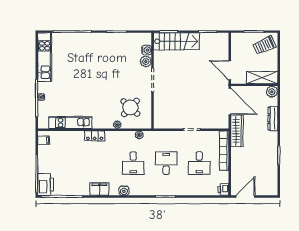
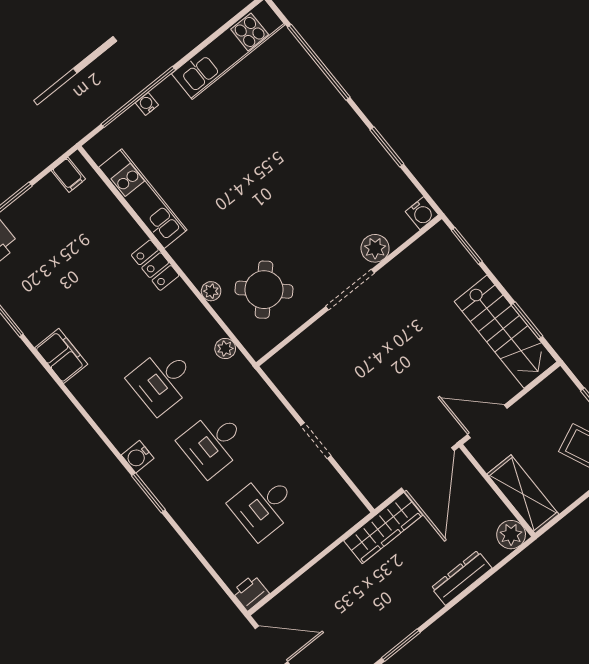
stairs: (176, 41) -> (506, 332), moved
water cooler: (147, 50) -> (422, 213), moved
door: (230, 70) -> (487, 421), hinge flipped
bookcase: (224, 151) -> (326, 534), removed
desk: (166, 163) -> (213, 443), turned 180
water cooler: (124, 191) -> (138, 457), moved

